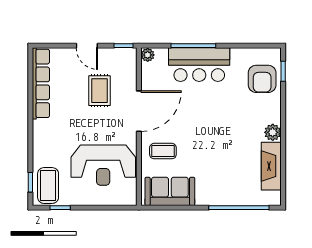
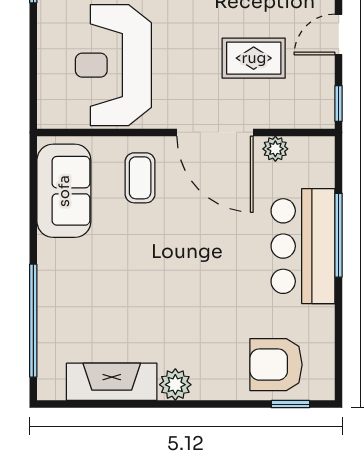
plant: (148, 55) -> (275, 149), moved

